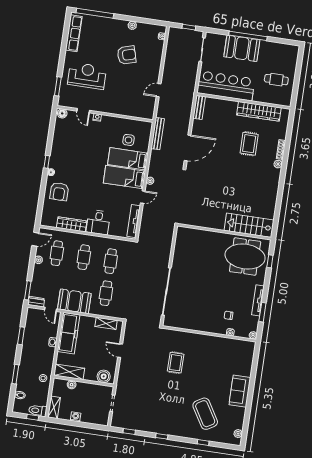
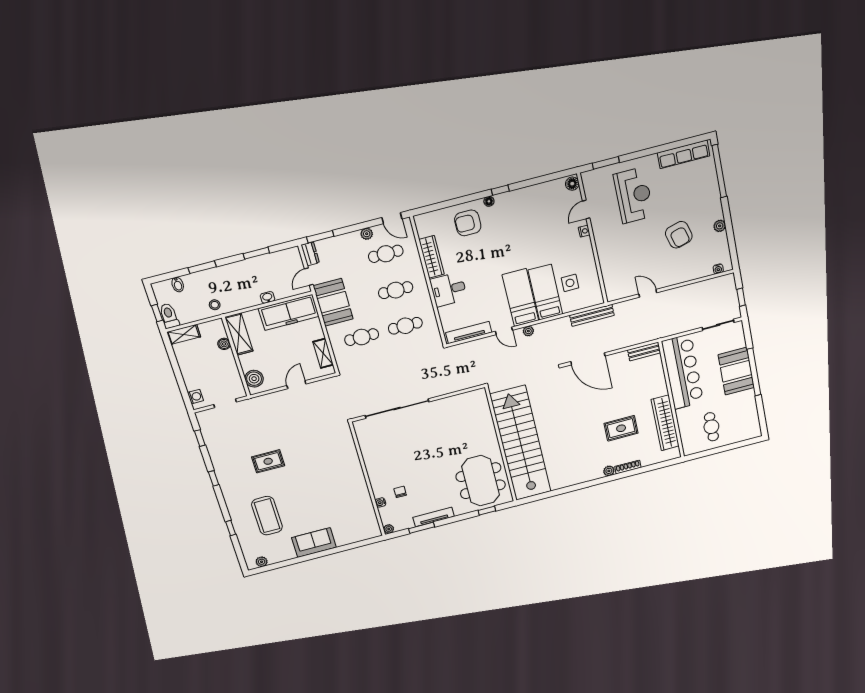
stairs: (249, 225) -> (521, 443), width x1.86, depth x1.51
rug: (176, 363) -> (268, 461), moved
coffee table: (205, 414) -> (267, 516), turned -59
washing machine: (76, 417) -> (195, 397), moved

